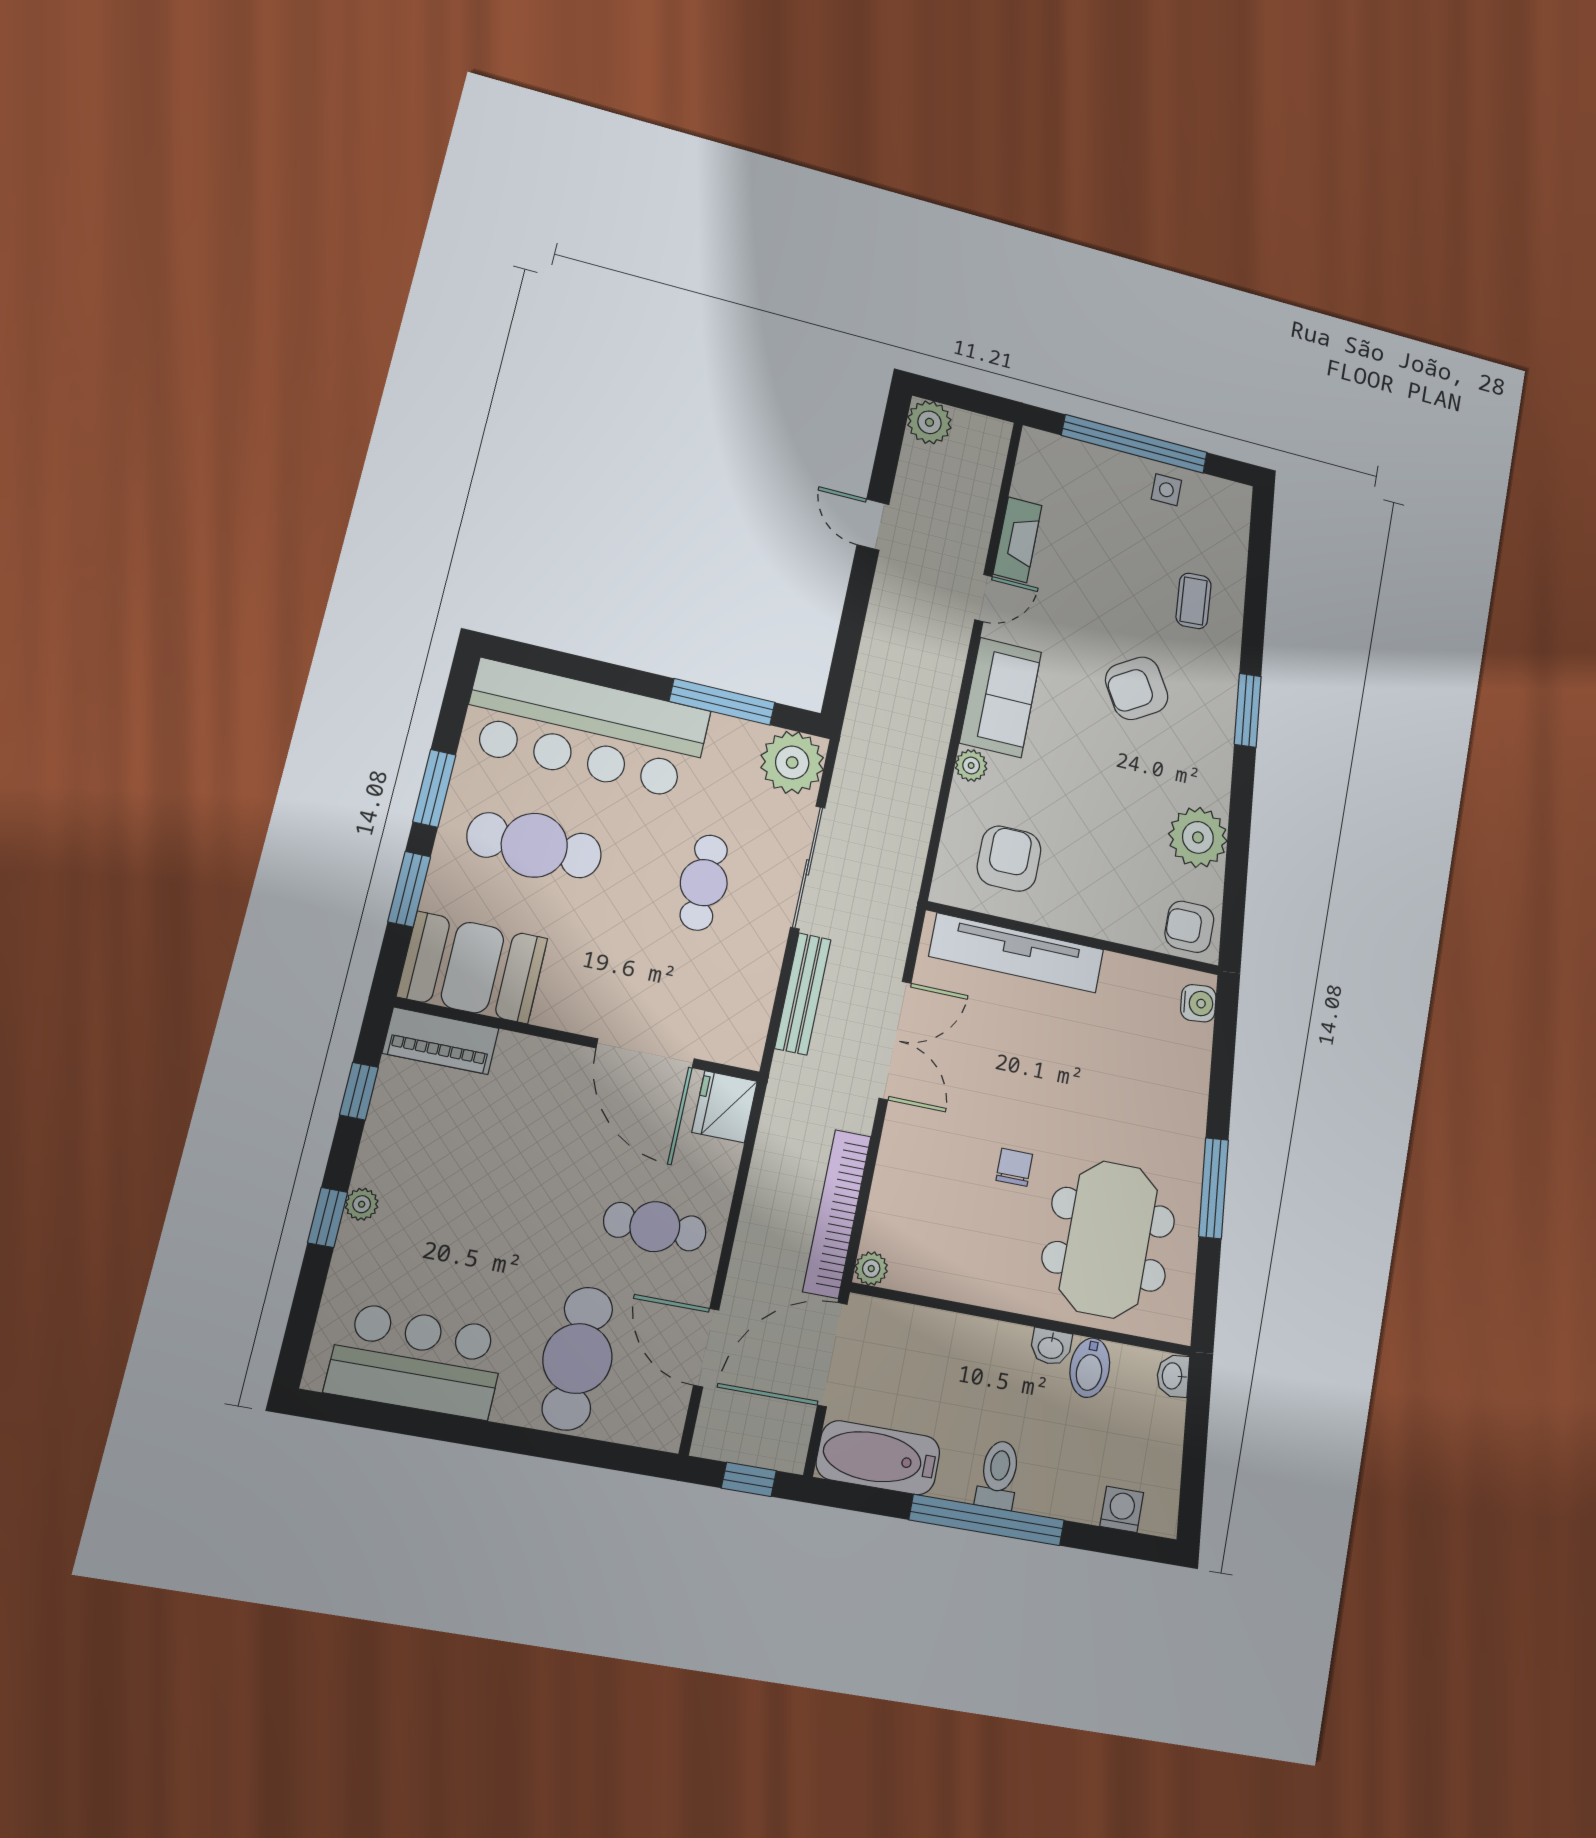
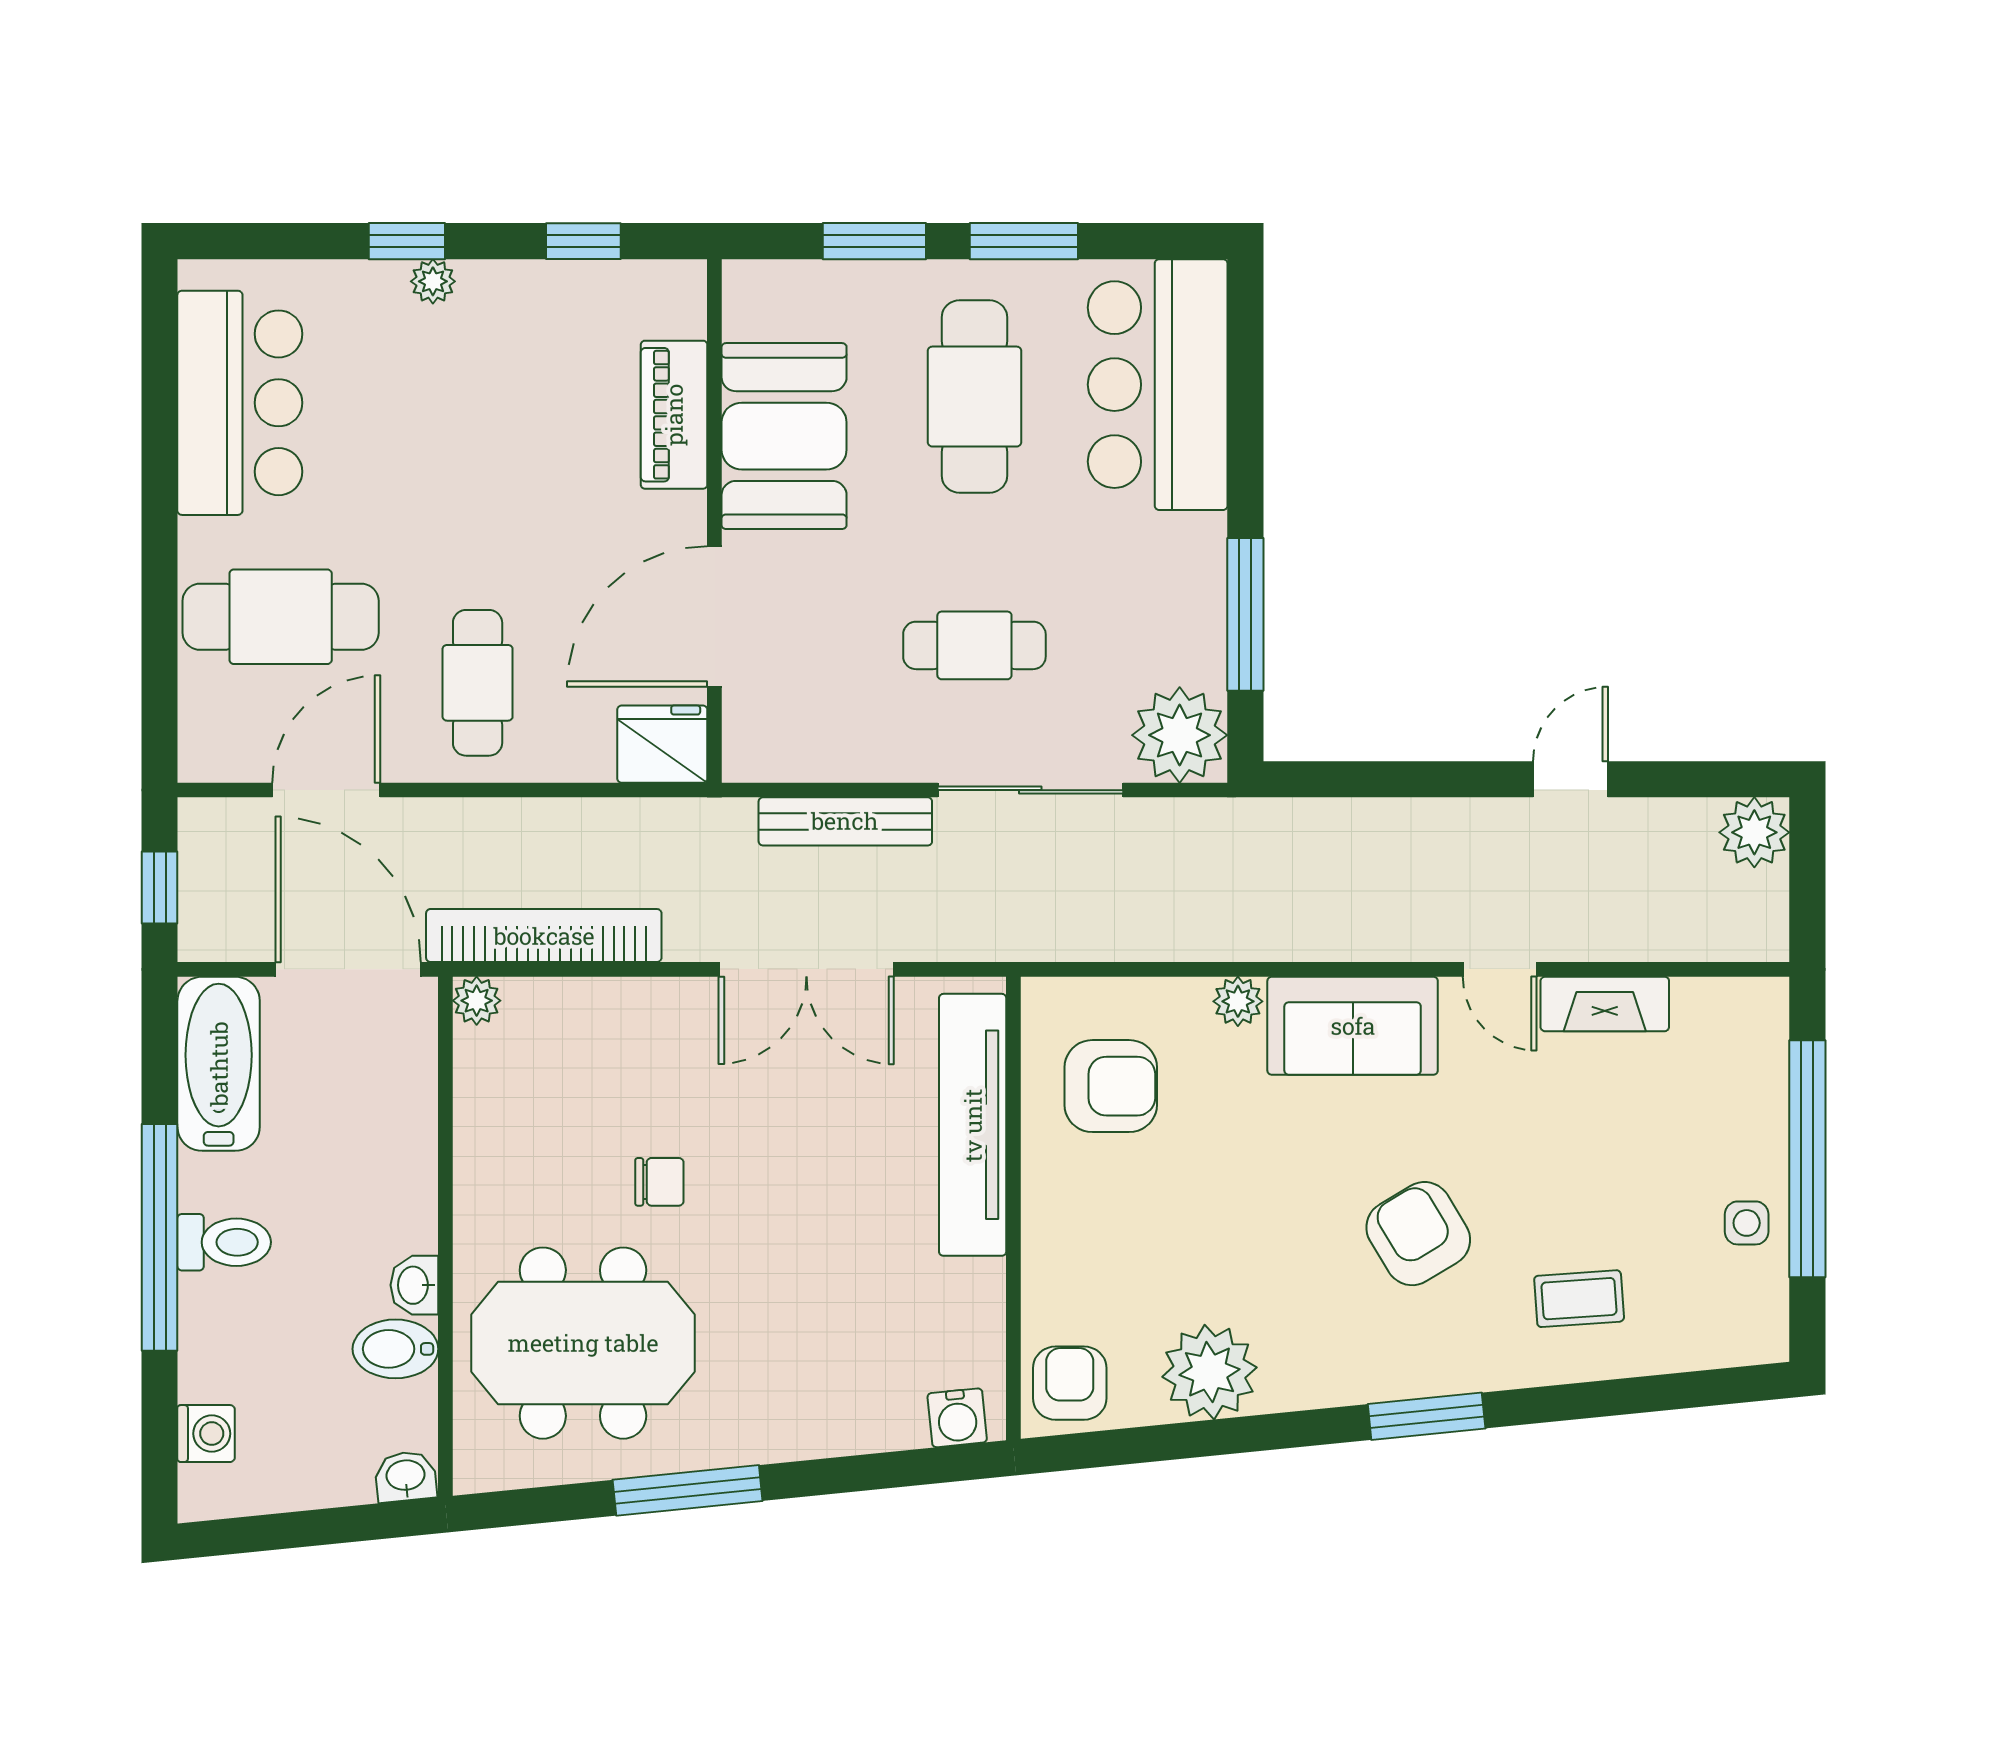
bar counter: (586, 730) -> (1158, 385), width x0.73
booth: (473, 968) -> (784, 436), moved
piano: (441, 1041) -> (674, 415), moved

